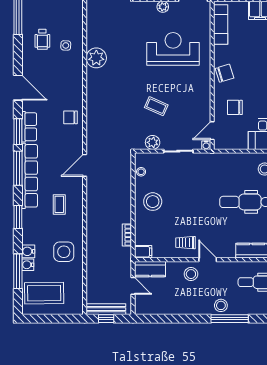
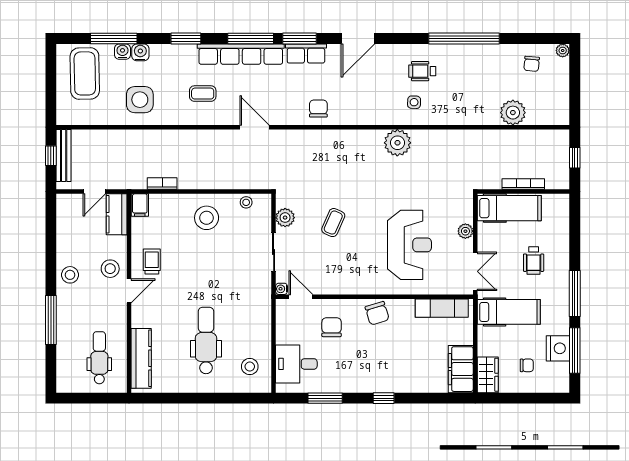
stool: (221, 305) -> (70, 275), moved

